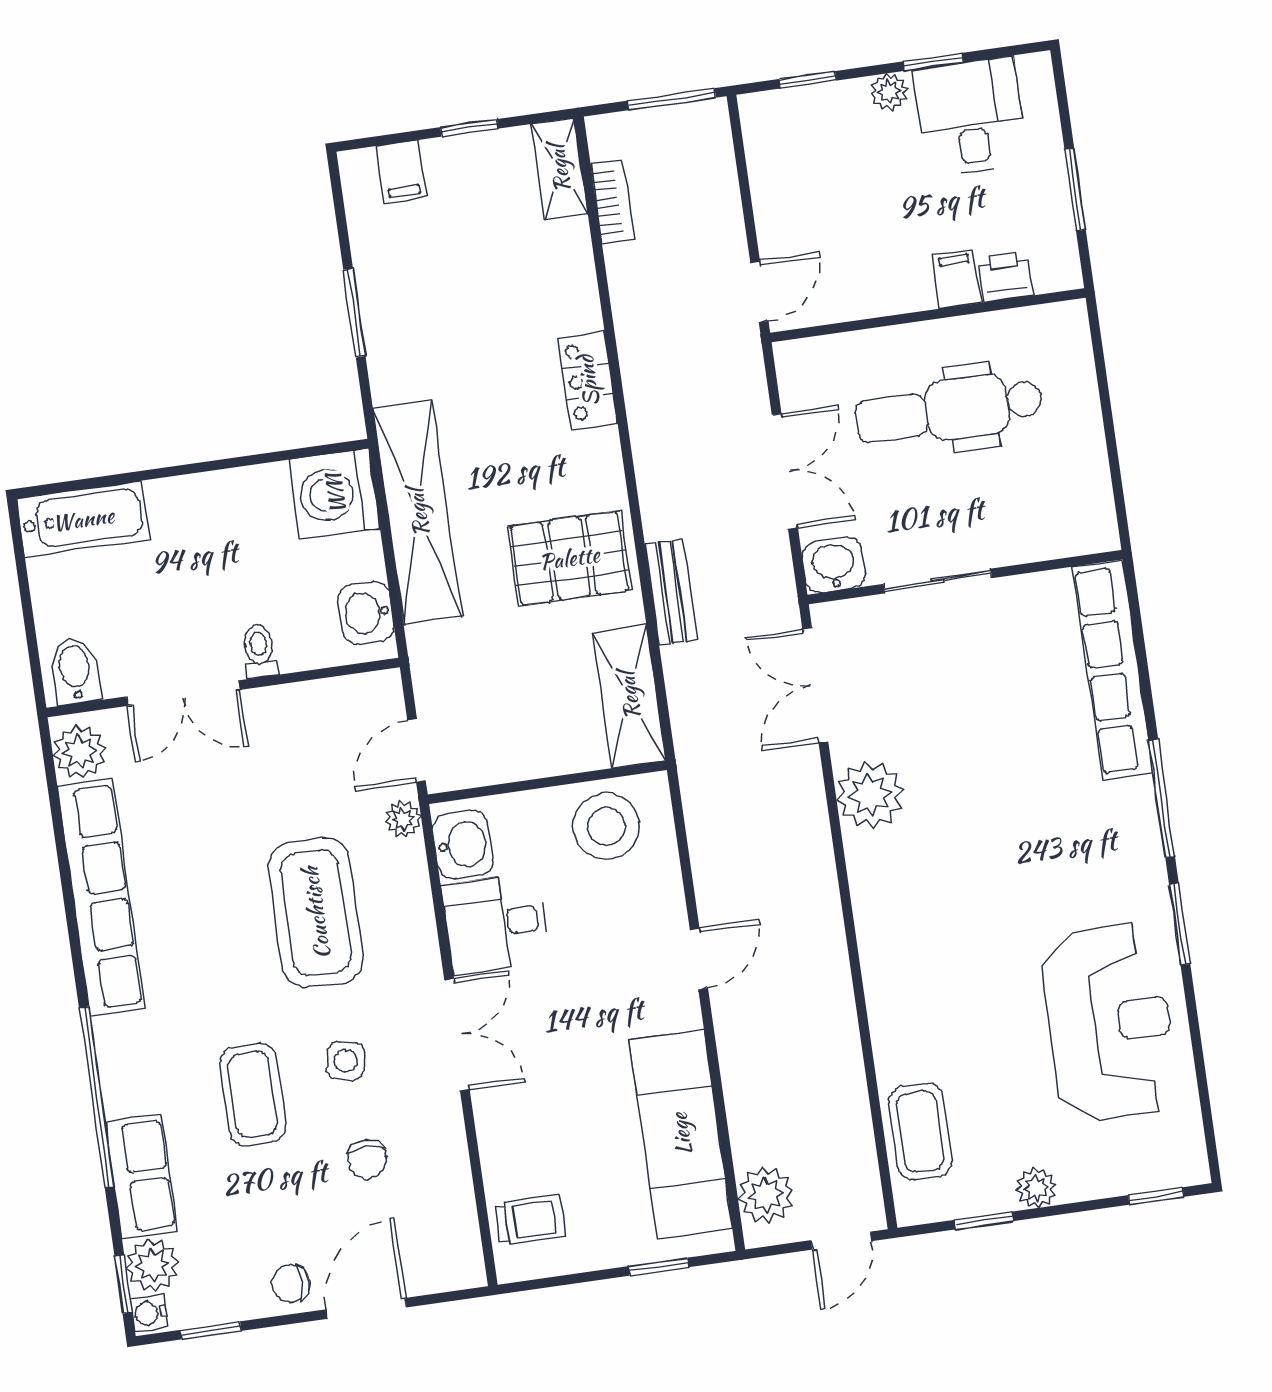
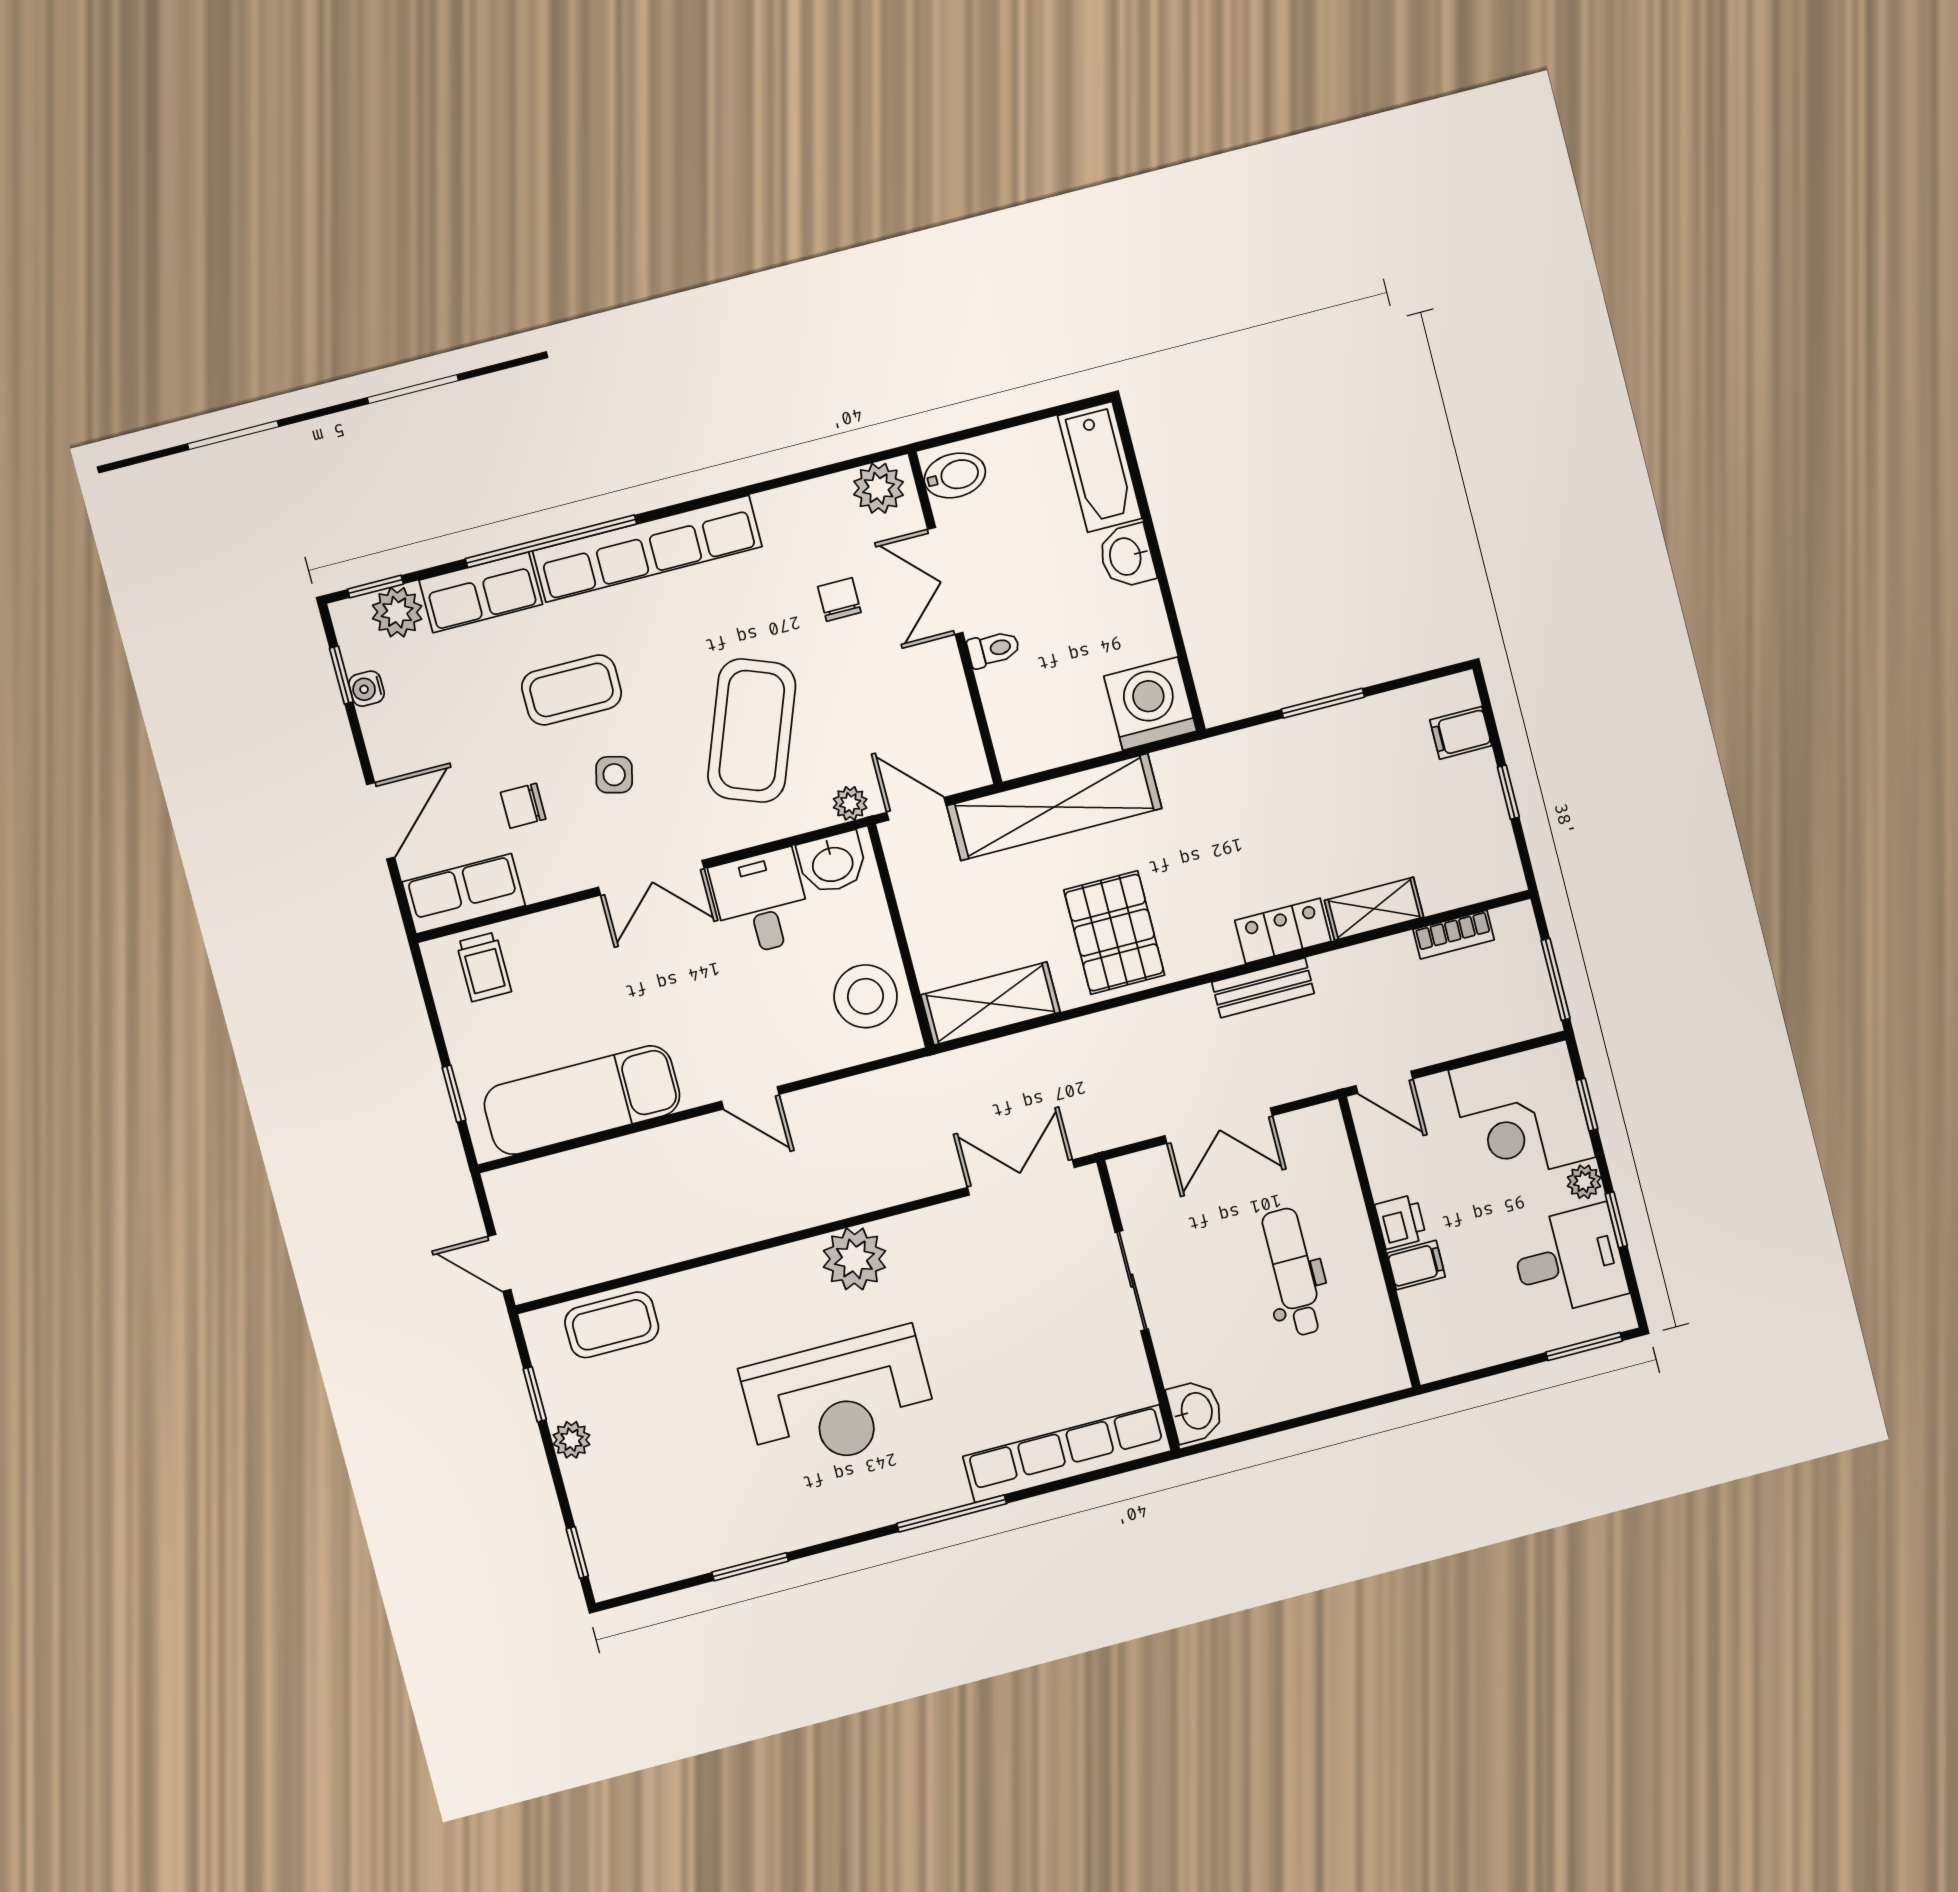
corner desk: (809, 150) -> (1522, 1114), added
shelving: (559, 169) -> (1374, 909), moved
window: (1075, 190) -> (1584, 1347), moved
printer: (1005, 277) -> (1401, 1222), moved
dental chair: (949, 410) -> (1293, 1272), width x0.73, depth x0.72
shelving: (418, 513) -> (1054, 807), moved
washbasin: (834, 565) -> (1195, 1411), moved
bench: (671, 592) -> (1263, 988), moved
washbasin: (366, 613) -> (1127, 556), moved, turned -90
plant: (870, 795) -> (854, 1259), moved
row of seats: (101, 897) -> (647, 549), moved
coffee table: (316, 913) -> (752, 731), turned -69
window: (1180, 924) -> (750, 1567), moved
reception desk: (1109, 1023) -> (839, 1400), moved
plant: (766, 1195) -> (534, 1187), removed
row of seats: (452, 1232) -> (464, 894), added
chair: (291, 1284) -> (839, 599), moved
door: (366, 1308) -> (381, 821), hinge flipped
water cooler: (149, 1313) -> (367, 689), moved, turned -90

